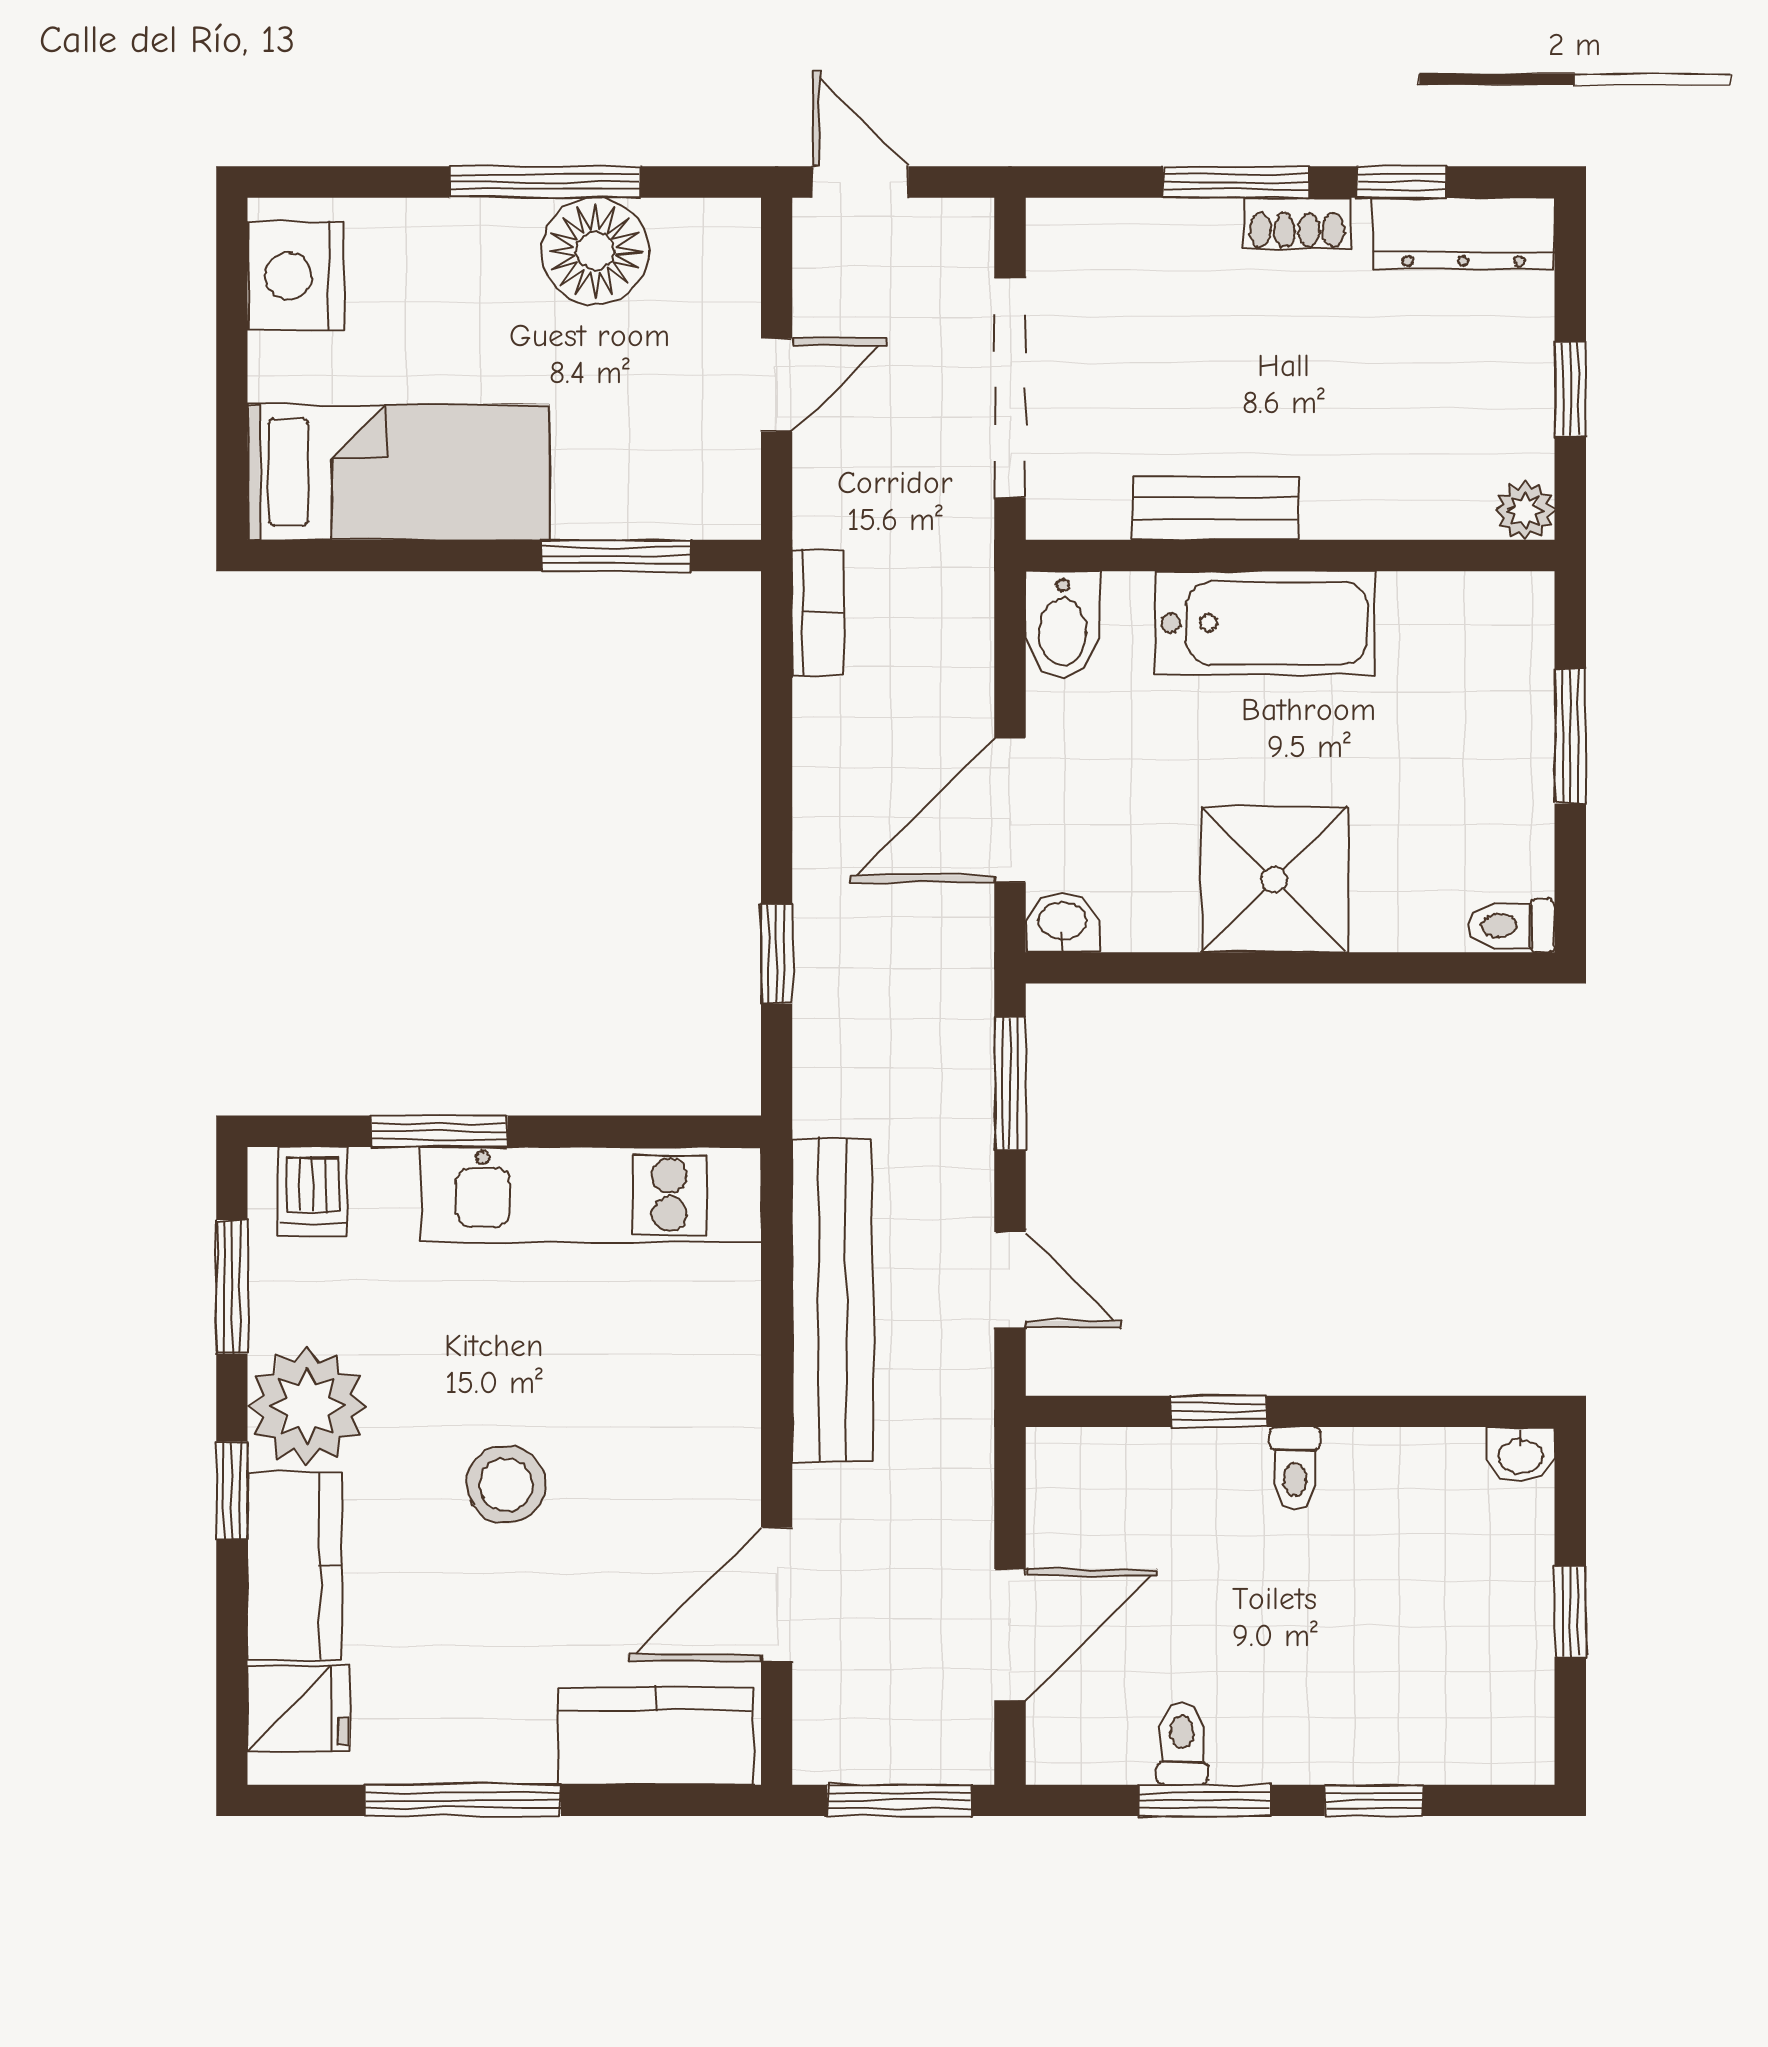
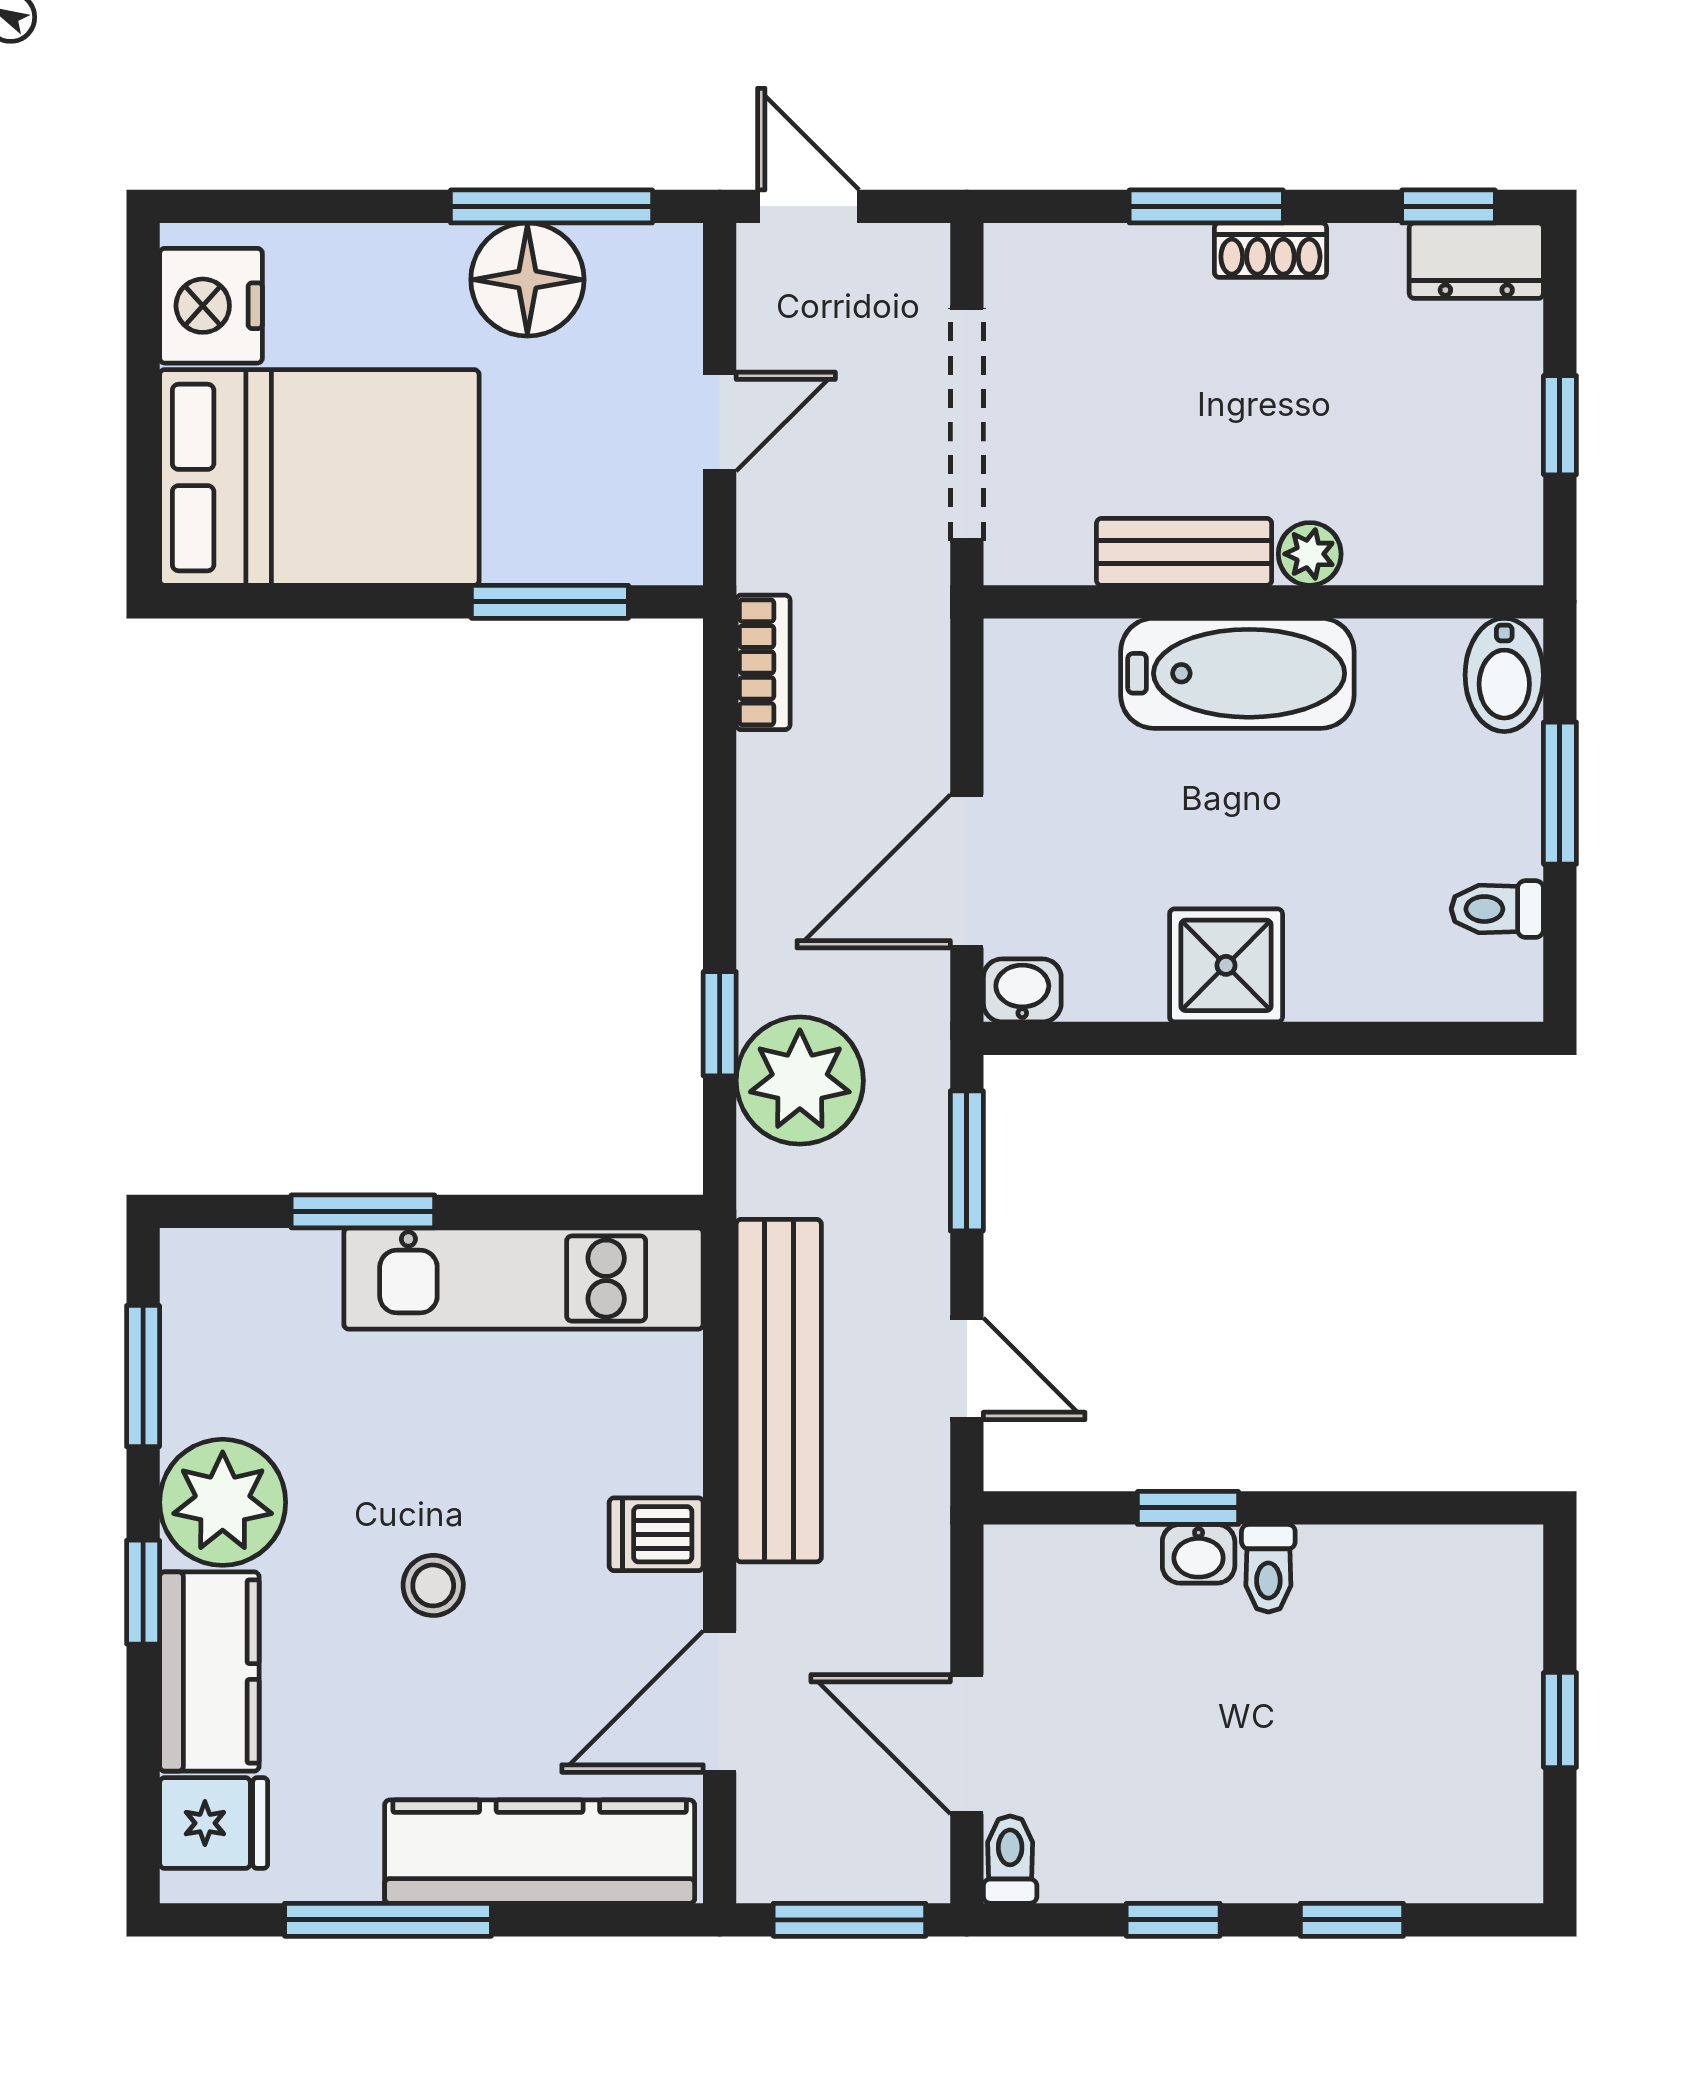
window: (545, 182) -> (551, 206), moved
window: (1402, 182) -> (1449, 206), moved
dresser: (1464, 233) -> (1476, 261), width x0.70
bed: (398, 472) -> (319, 477), width x1.50
plant: (1525, 510) -> (1310, 554), moved
bidet: (1063, 625) -> (1504, 675), moved
shower: (1274, 879) -> (1226, 965), width x0.73, depth x0.73
toilet: (1511, 926) -> (1497, 909), moved
plant: (852, 1008) -> (800, 1081), added
dishwasher: (313, 1191) -> (656, 1534), moved, turned 90
washbasin: (1520, 1455) -> (1199, 1554), moved
stool: (506, 1485) -> (433, 1585), width x0.73, depth x0.73
door: (1010, 1635) -> (967, 1744), swing flipped
kitchen counter: (655, 1736) -> (540, 1852), width x1.50
toilet: (1182, 1744) -> (1010, 1860), moved
window: (1205, 1800) -> (1173, 1920), width x0.67

